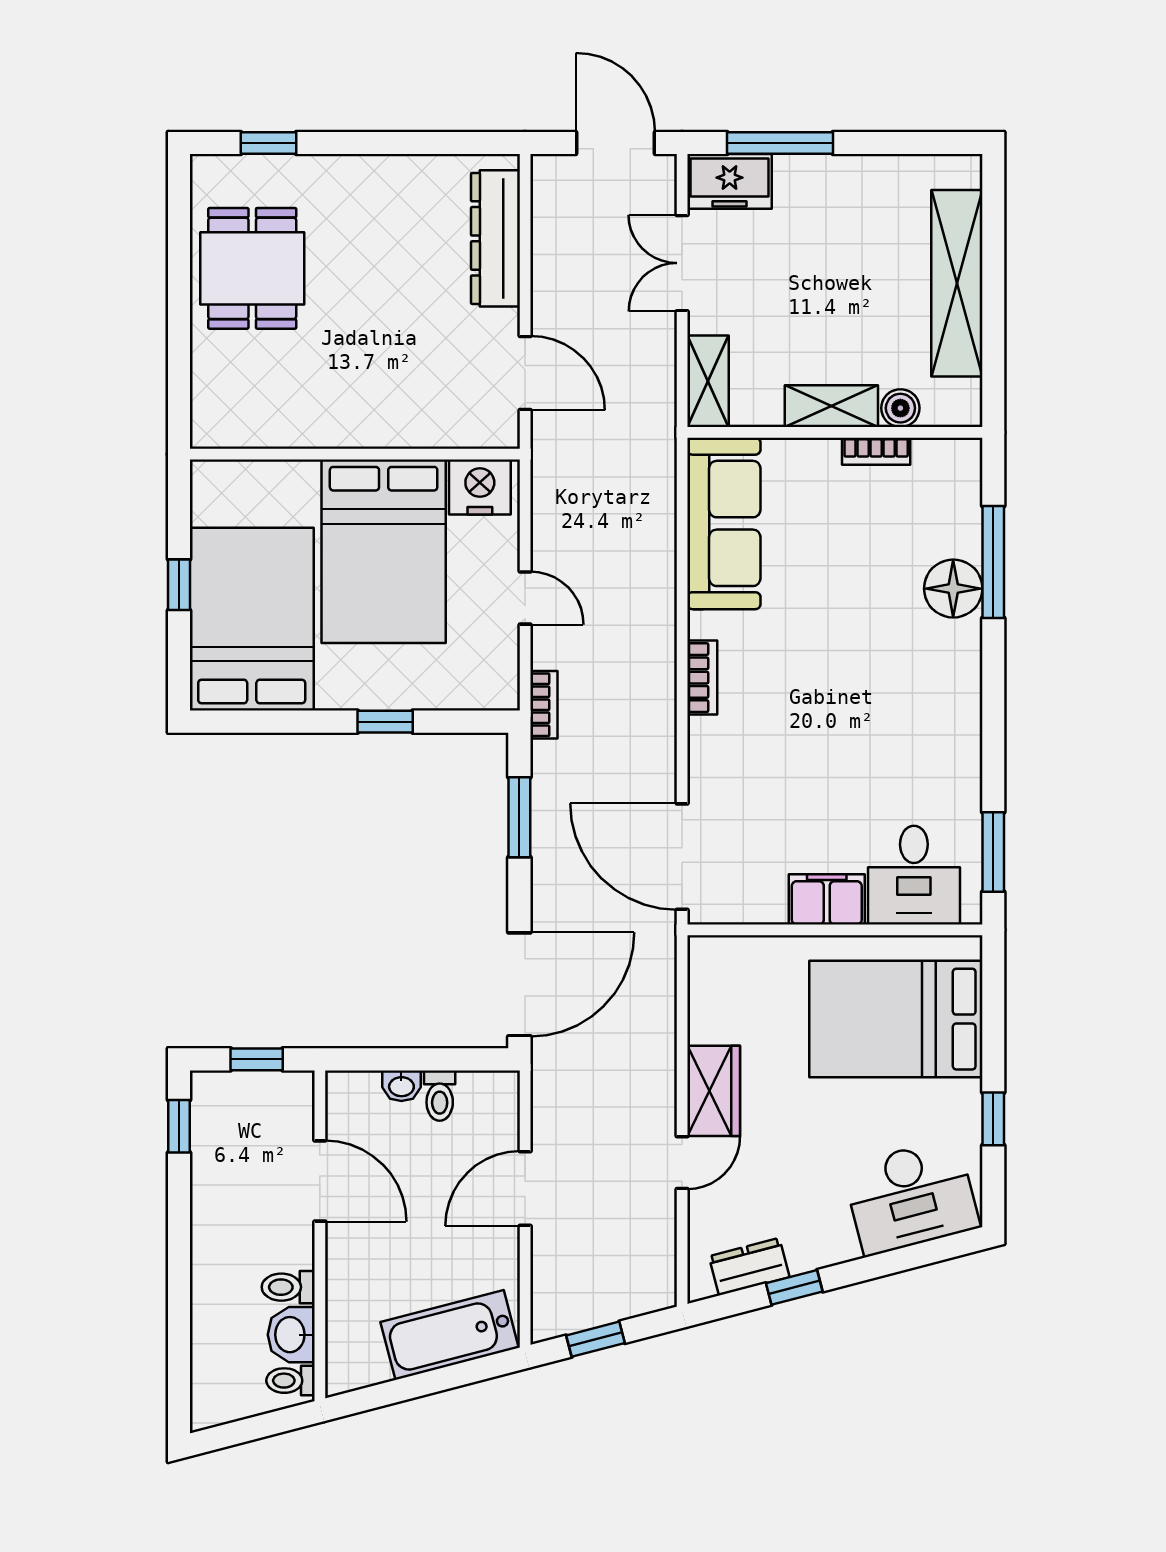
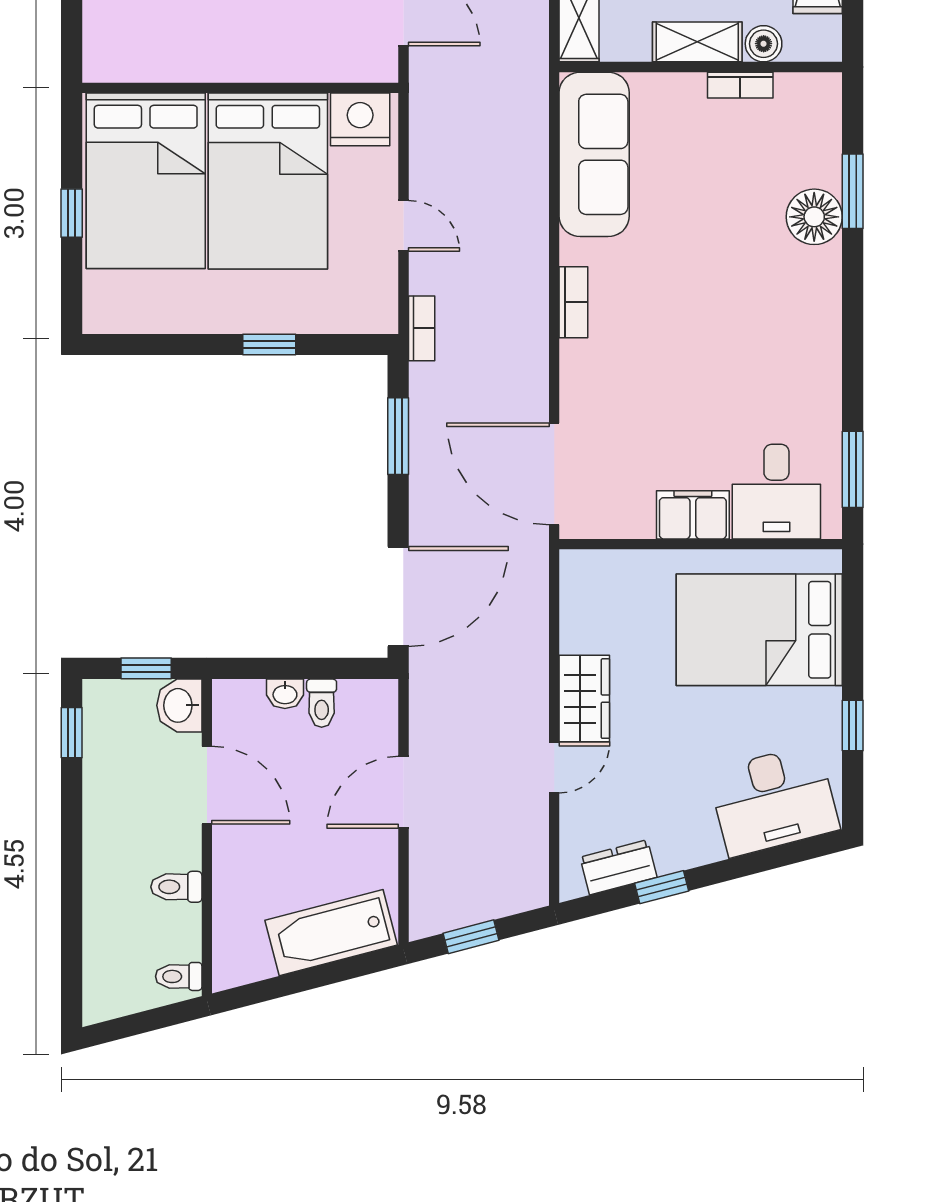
window: (993, 562) -> (853, 191), width x0.69
bed: (252, 619) -> (146, 181), moved, turned 180
washbasin: (291, 1335) -> (179, 705), moved

